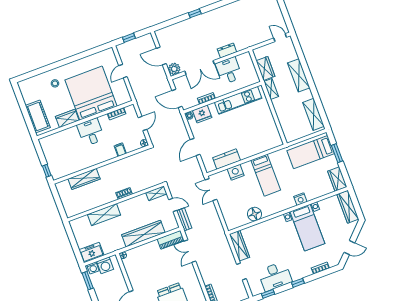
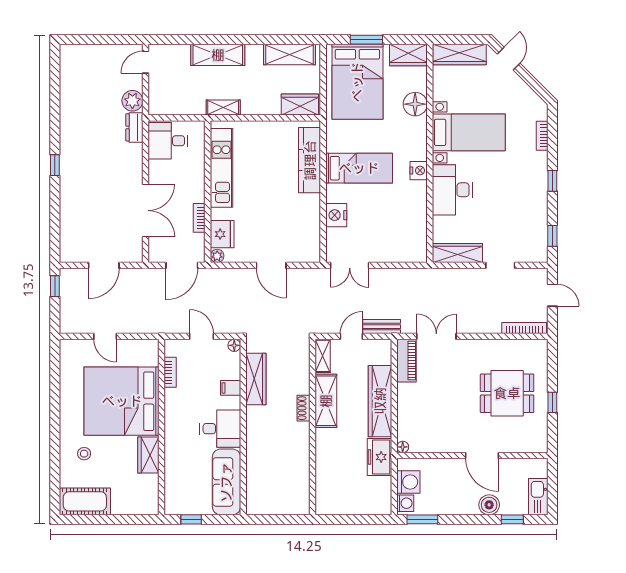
window: (195, 13) -> (55, 165), moved
window: (129, 38) -> (55, 286), moved
dresser: (227, 51) -> (134, 127), moved
wardrobe: (265, 68) -> (300, 105), moved
plant: (174, 69) -> (132, 101), moved
desk: (229, 71) -> (168, 141), moved
cot: (38, 116) -> (85, 501), moved
desk: (91, 132) -> (220, 429), moved, turned 180
bed: (311, 152) -> (357, 82), width x1.50
kitchen counter: (227, 159) -> (310, 160), moved, width x1.50
sofa: (68, 166) -> (226, 482), added
window: (47, 171) -> (191, 519), moved
wardrobe: (84, 179) -> (256, 379), moved
nightstand: (300, 199) -> (419, 171), moved
floor lamp: (255, 214) -> (415, 104), moved
shelving: (104, 215) -> (326, 401), moved
door: (349, 248) -> (509, 59), moved
double door: (190, 251) -> (436, 336), swing flipped
freezer: (91, 253) -> (379, 457), moved
desk: (275, 276) -> (452, 190), moved, turned 180

